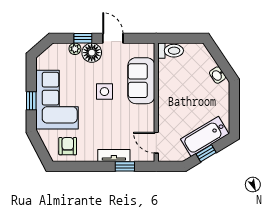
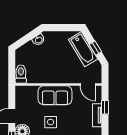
sofa: (141, 81) -> (55, 95), moved
door: (156, 143) -> (88, 84), hinge flipped

